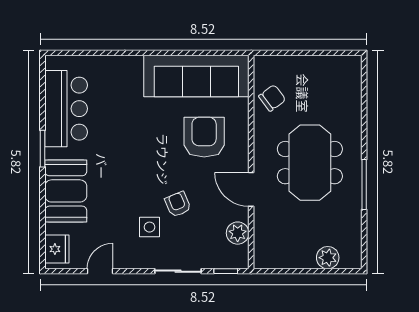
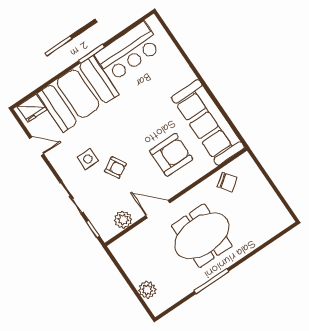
door: (251, 189) -> (158, 209), hinge flipped
booth: (66, 191) -> (78, 94), width x1.36, depth x1.42
armchair: (178, 204) -> (115, 168), turned 84

